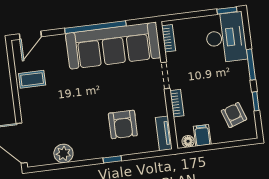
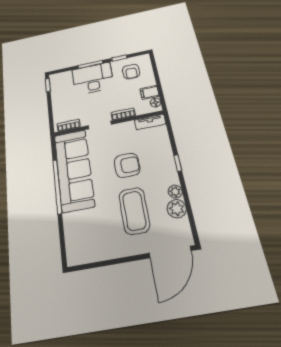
door: (30, 35) -> (63, 247), removed
desk: (226, 37) -> (93, 79), moved
coffee table: (32, 79) -> (134, 211), moved, width x1.86, depth x1.72
armchair: (234, 115) -> (131, 72), turned -71
armchair: (123, 124) -> (127, 165), moved
plant: (81, 154) -> (175, 192), added

